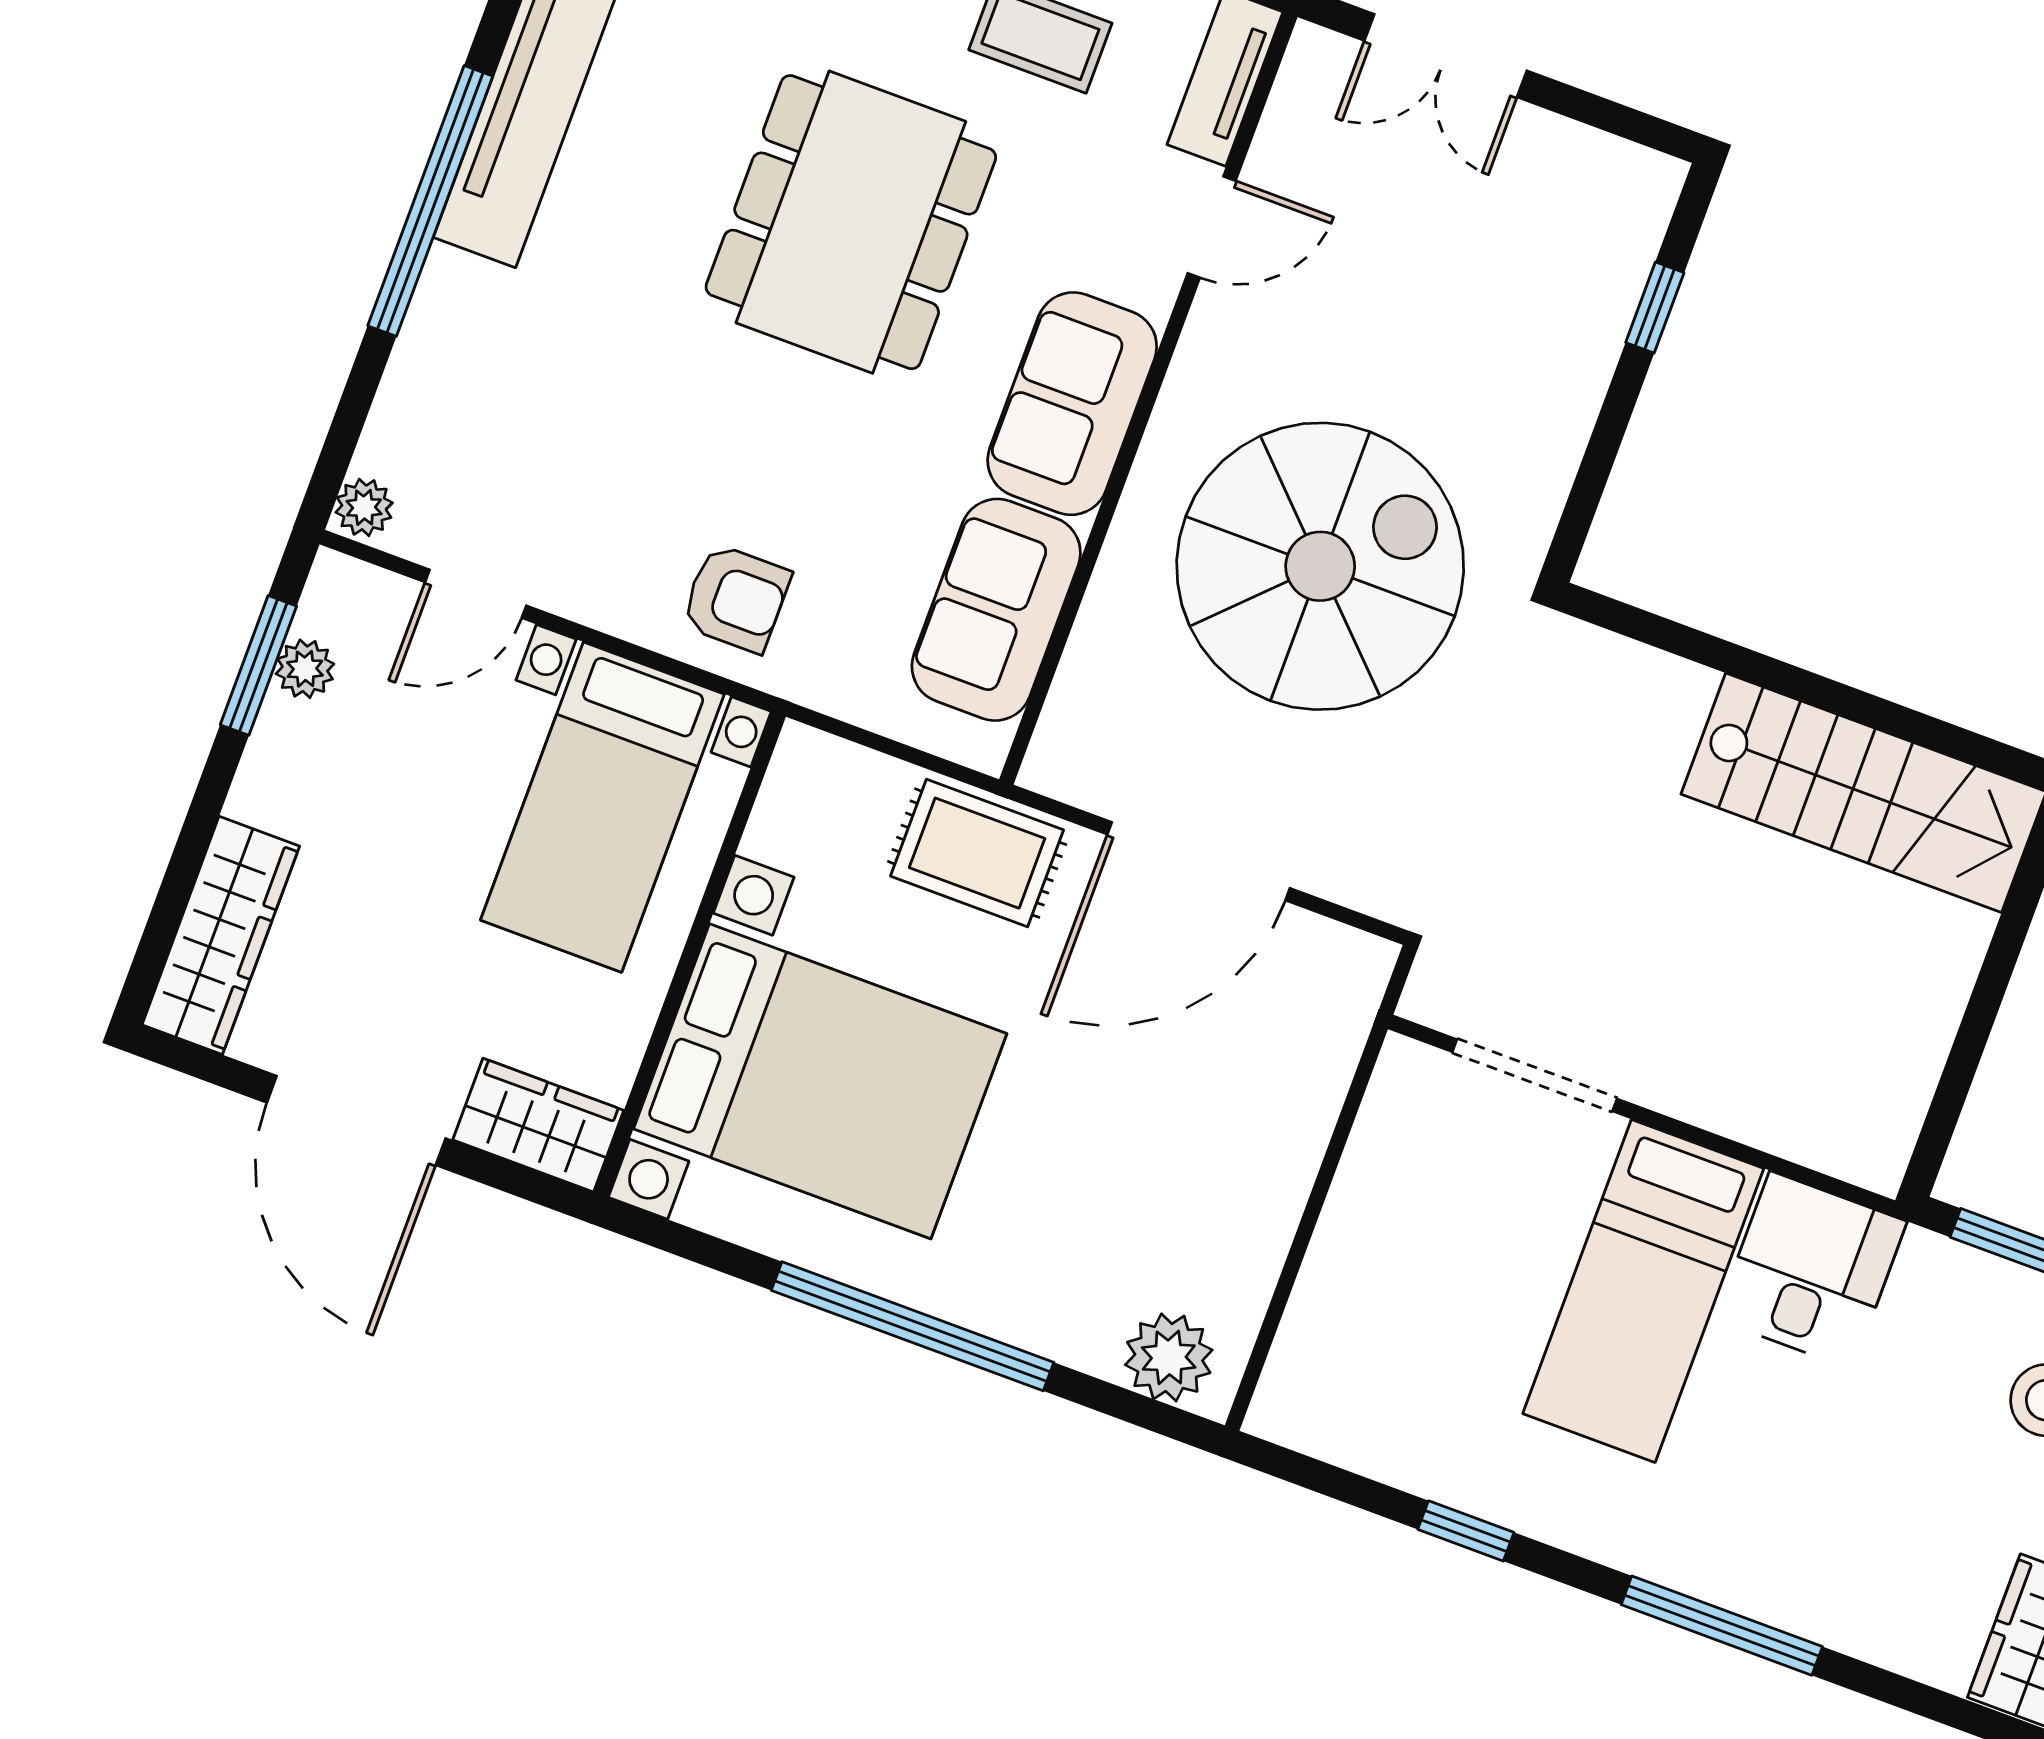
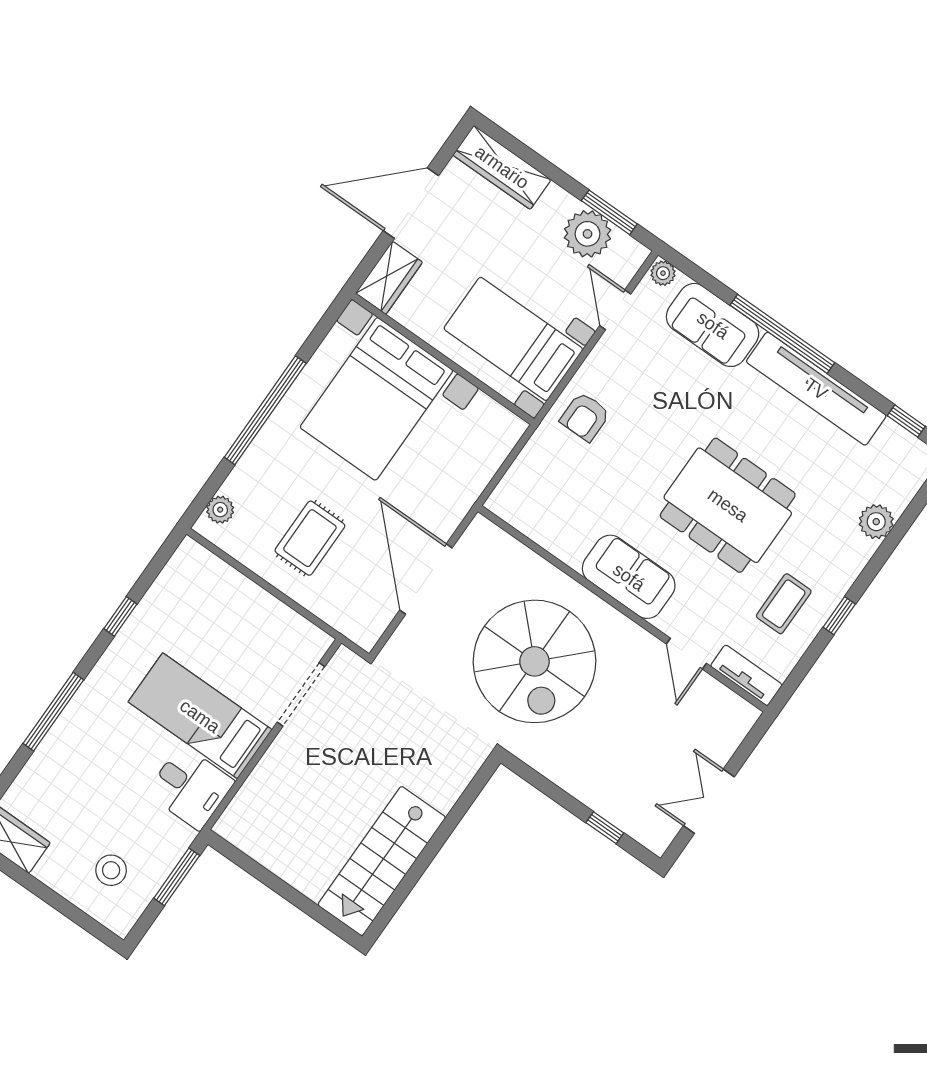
double door: (1446, 56) -> (709, 801), moved
sofa: (996, 610) -> (713, 325), moved, turned 180
plant: (305, 669) -> (588, 234), width x1.87, depth x1.87
rug: (977, 853) -> (310, 538), moved
plant: (1169, 1357) -> (220, 510), width x0.73, depth x0.73

